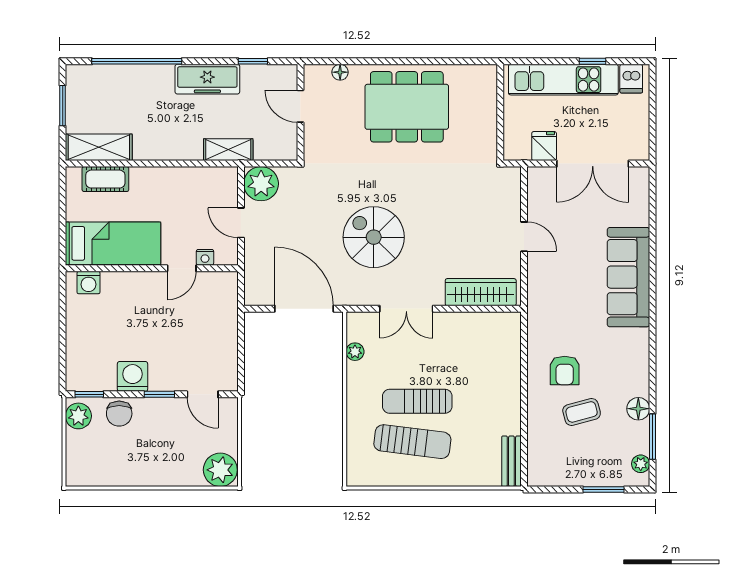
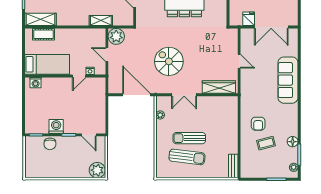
plant: (78, 416) -> (31, 145), removed

